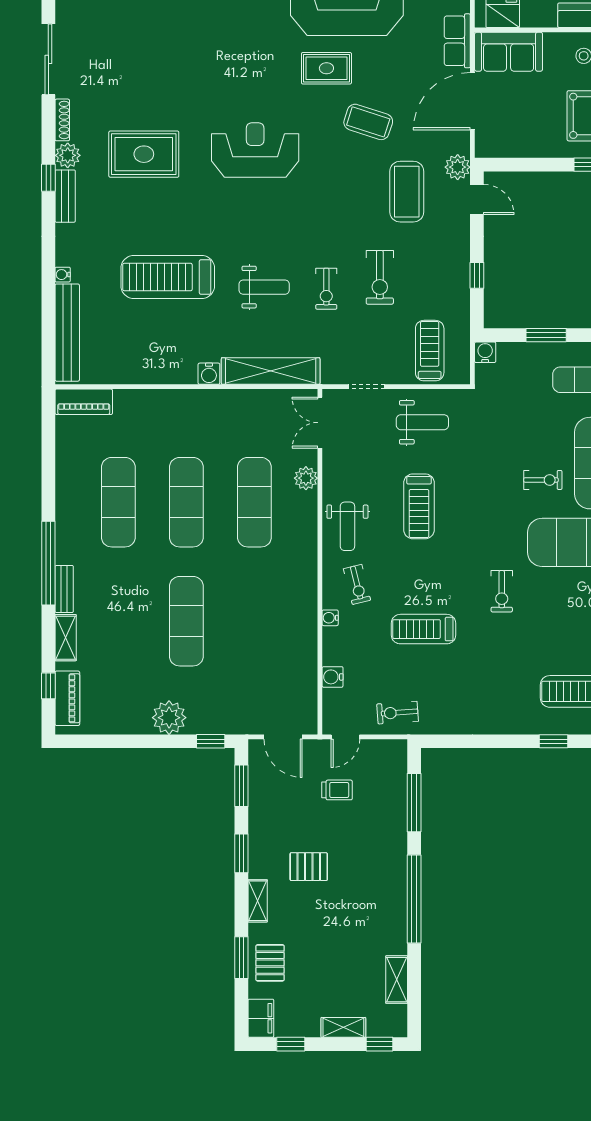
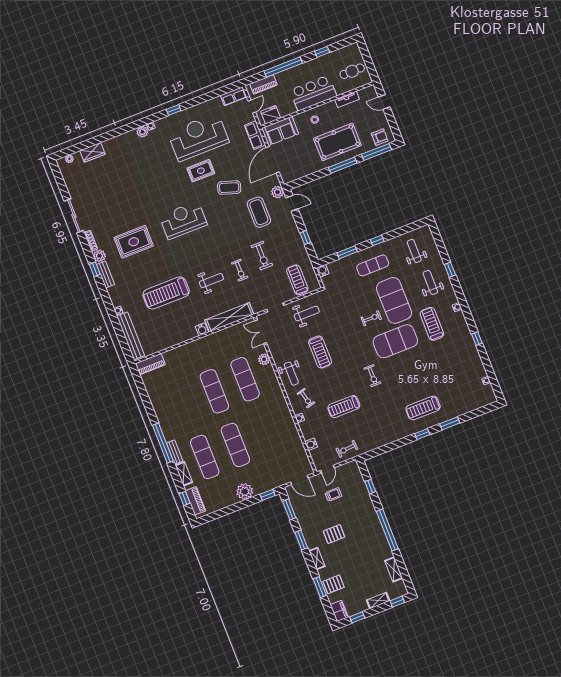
exercise mat: (118, 502) -> (205, 457), moved
window: (414, 803) -> (370, 487), width x0.46
pallet: (270, 963) -> (334, 584), turned 90

